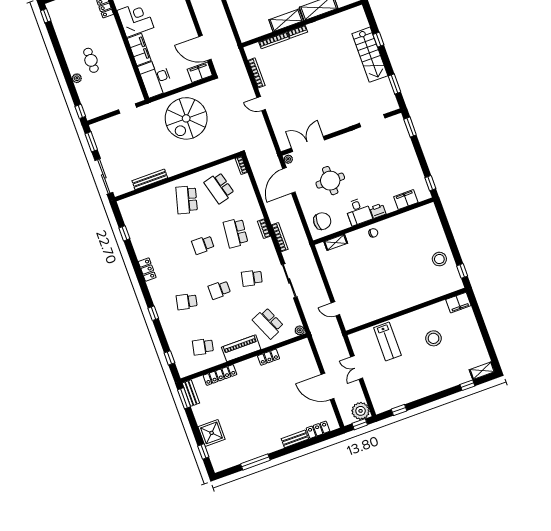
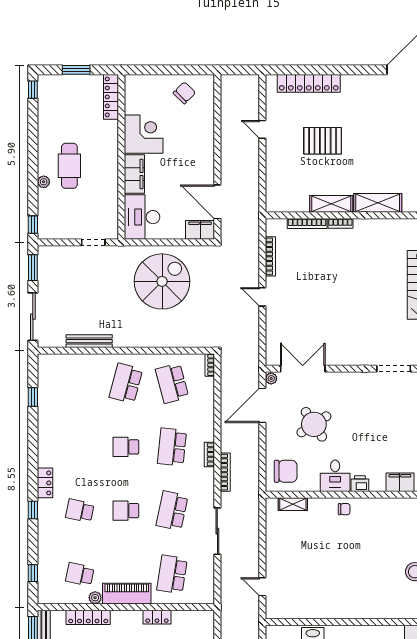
cafe table: (91, 60) -> (69, 166), width x1.37, depth x1.35
spiral stairs: (186, 118) -> (162, 281), turned 180
round table: (330, 181) -> (314, 424), turned -33
locker: (147, 270) -> (45, 483), moved
school desk: (252, 278) -> (172, 511), width x1.85
school desk: (268, 323) -> (172, 574), turned 33
plant: (300, 330) -> (95, 598), moved

